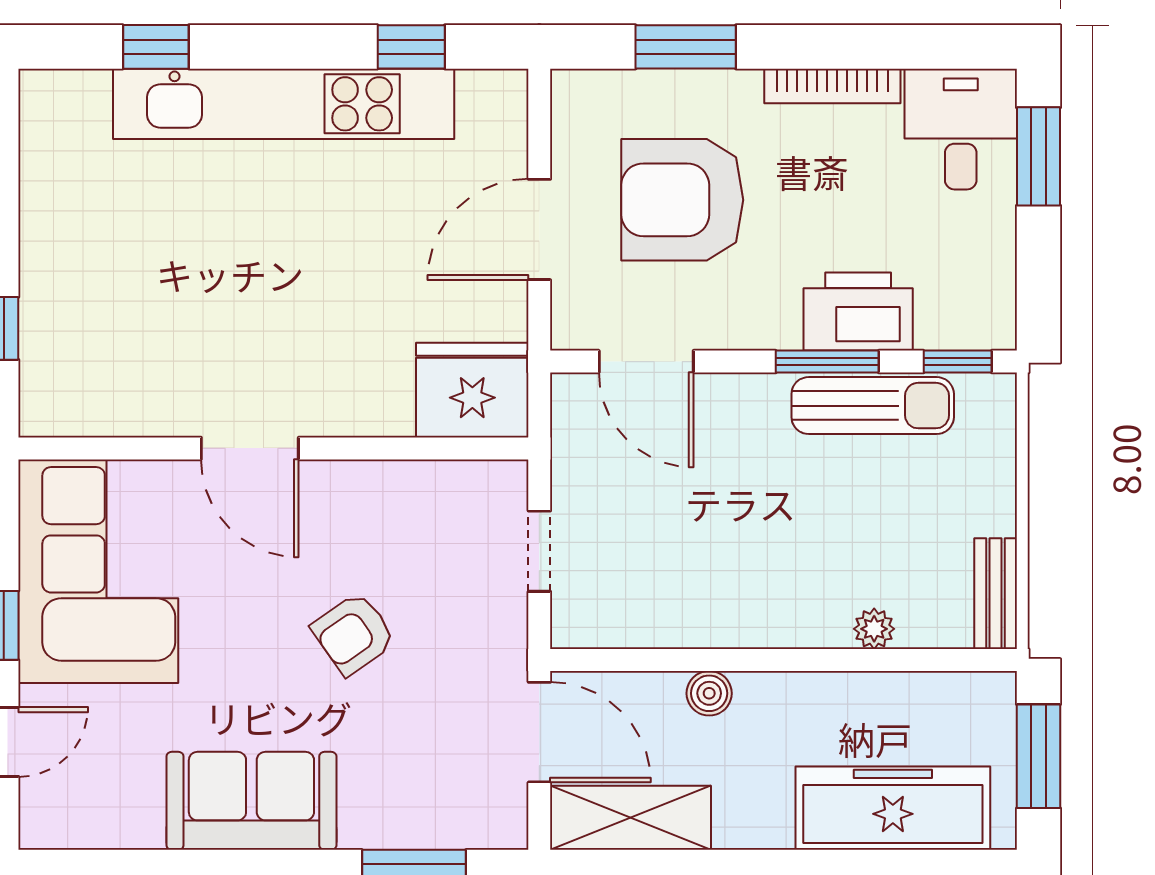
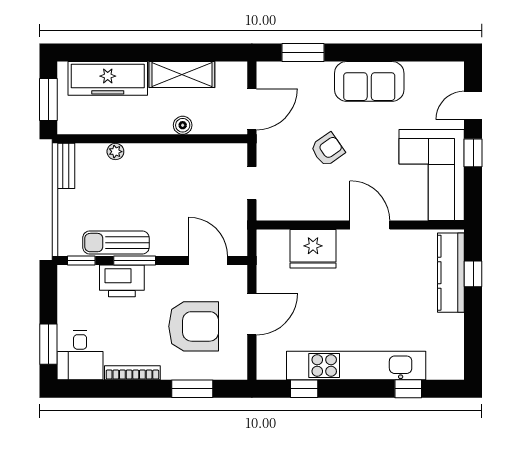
kitchen counter: (51, 332) -> (451, 273), added
fridge: (472, 390) -> (313, 249), moved
door: (539, 732) -> (252, 109), swing flipped
shelving: (630, 818) -> (182, 74), moved

